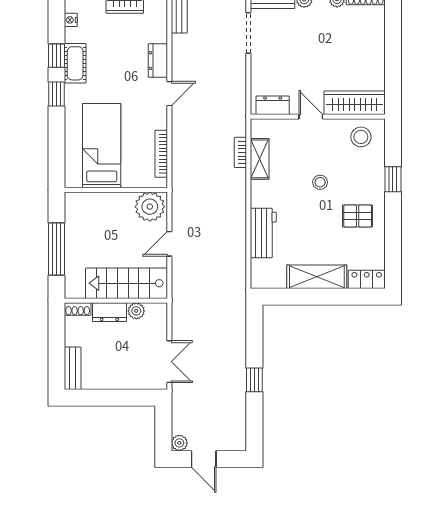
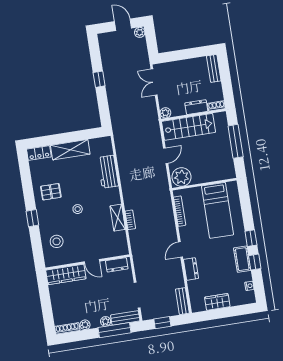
wardrobe: (355, 103) -> (66, 274), moved
dresser: (273, 105) -> (117, 265), moved
door: (311, 117) -> (92, 262), moved
wall: (318, 117) -> (88, 262), moved
plant: (136, 311) -> (165, 113), moved

